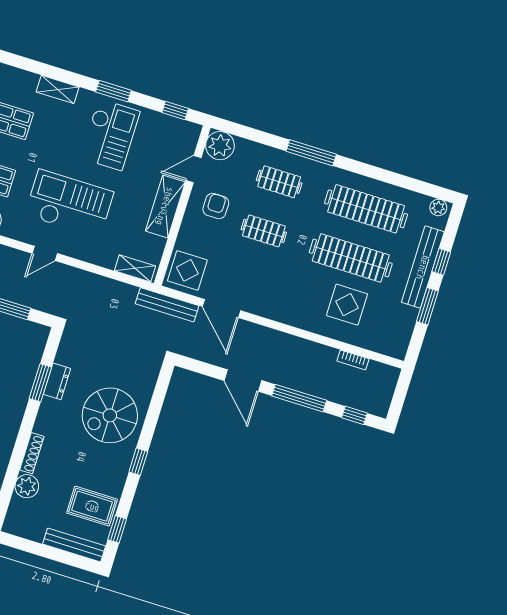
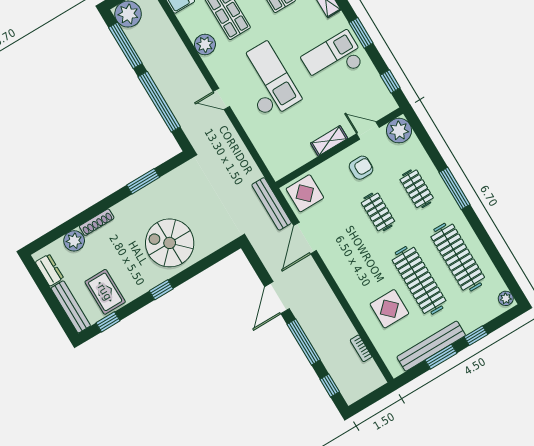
checkout: (110, 135) -> (333, 59), turned 180
shelving: (165, 206) -> (329, 141), width x0.67, depth x0.75
bench: (423, 267) -> (431, 346), moved
shelving: (135, 268) -> (272, 161), removed
dresser: (57, 381) -> (49, 270), moved, turned -90

